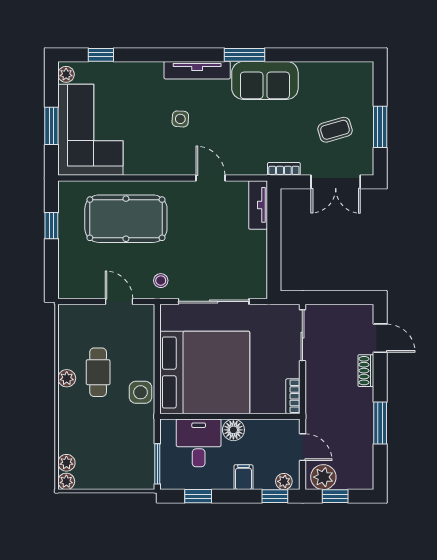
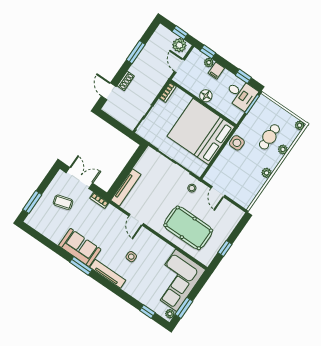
window: (51, 126) -> (184, 308), moved
window: (380, 127) -> (32, 202), moved
tv unit: (258, 205) -> (126, 187), width x1.41
cafe table: (98, 372) -> (269, 137), moved
desk: (199, 443) -> (241, 94), moved, turned -90
plant: (66, 463) -> (283, 149), moved
plant: (284, 481) -> (209, 62), moved

